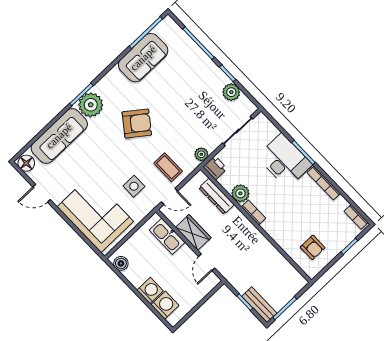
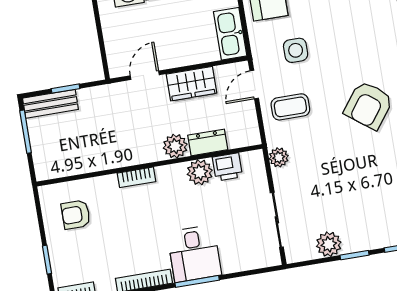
desk: (284, 161) -> (194, 253), width x0.73
printer: (215, 168) -> (227, 167), moved
dresser: (216, 196) -> (208, 142), width x0.70
bookcase: (253, 212) -> (137, 177), moved
plant: (235, 217) -> (175, 146), added
kitchen sink: (167, 236) -> (230, 34), moved, turned -90
door: (207, 262) -> (145, 75), hinge flipped

